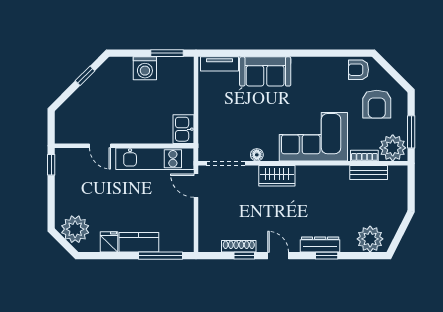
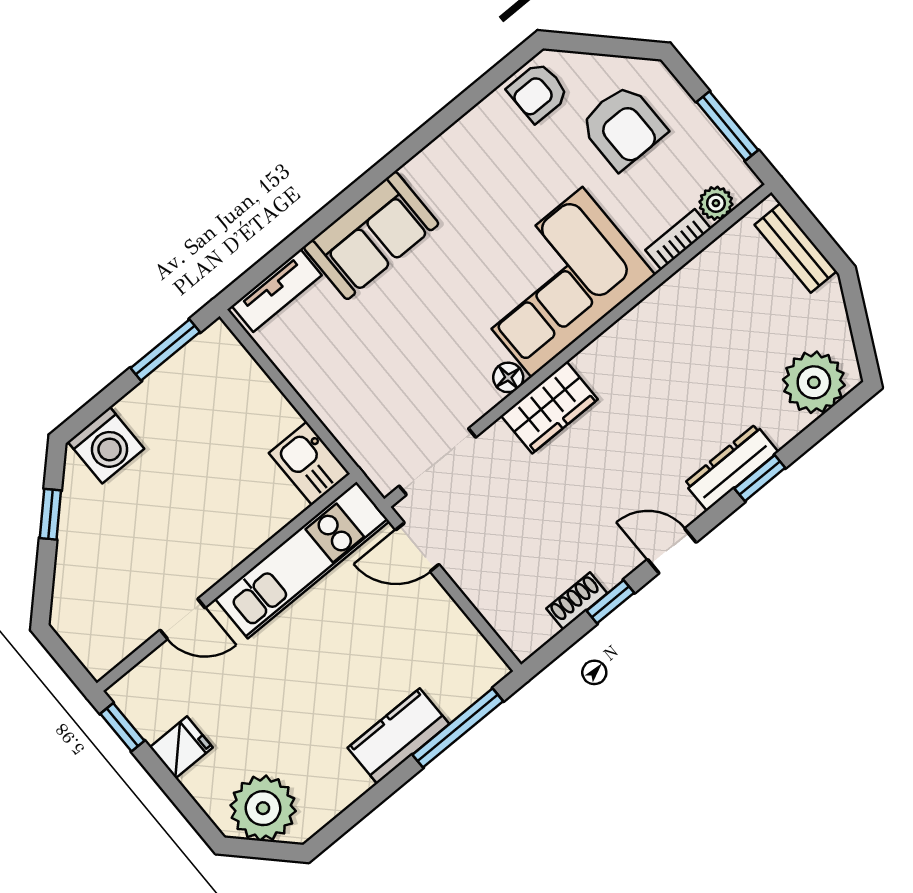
washing machine: (145, 68) -> (106, 445), moved
plant: (393, 148) -> (716, 203), width x0.53, depth x0.53
floor lamp: (257, 155) -> (508, 377), moved
bench: (369, 172) -> (796, 248), moved, turned 90
fridge: (109, 242) -> (181, 747), moved, turned 90
shoe rack: (239, 246) -> (577, 601), width x0.70

